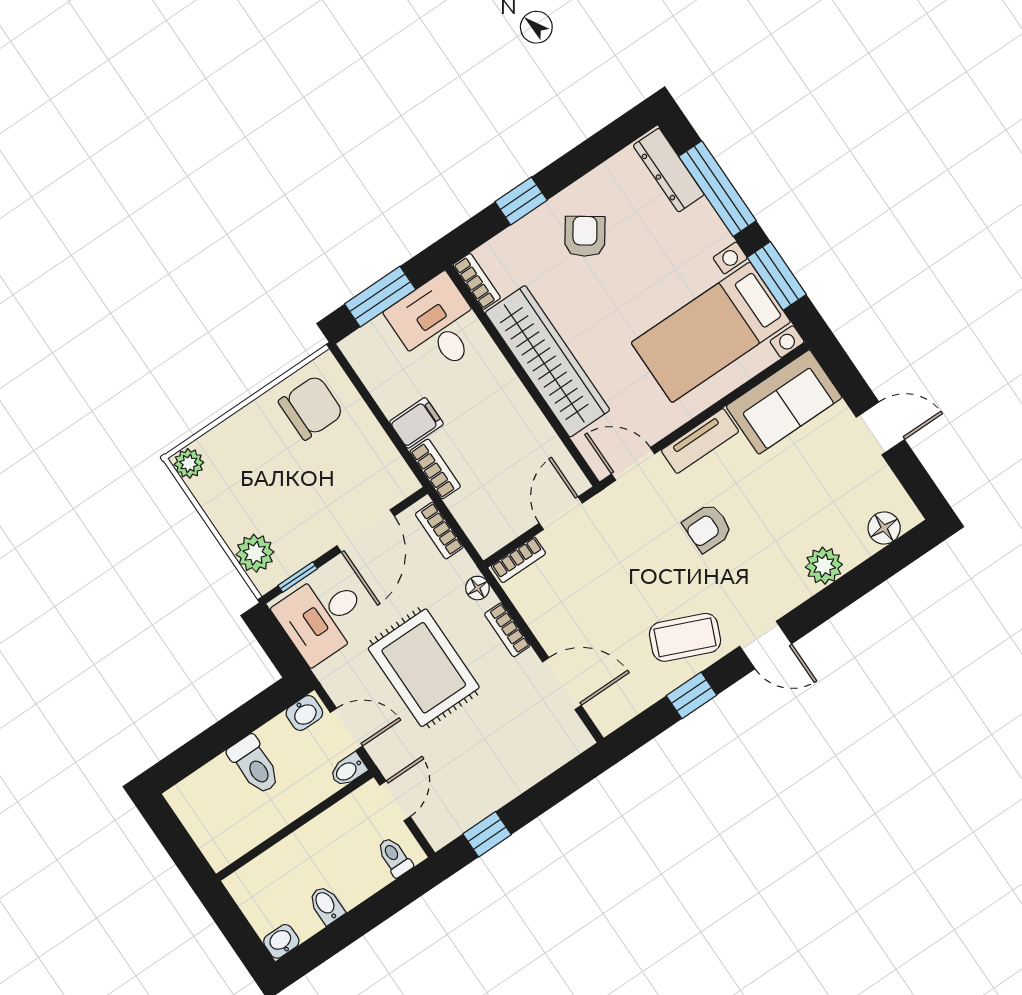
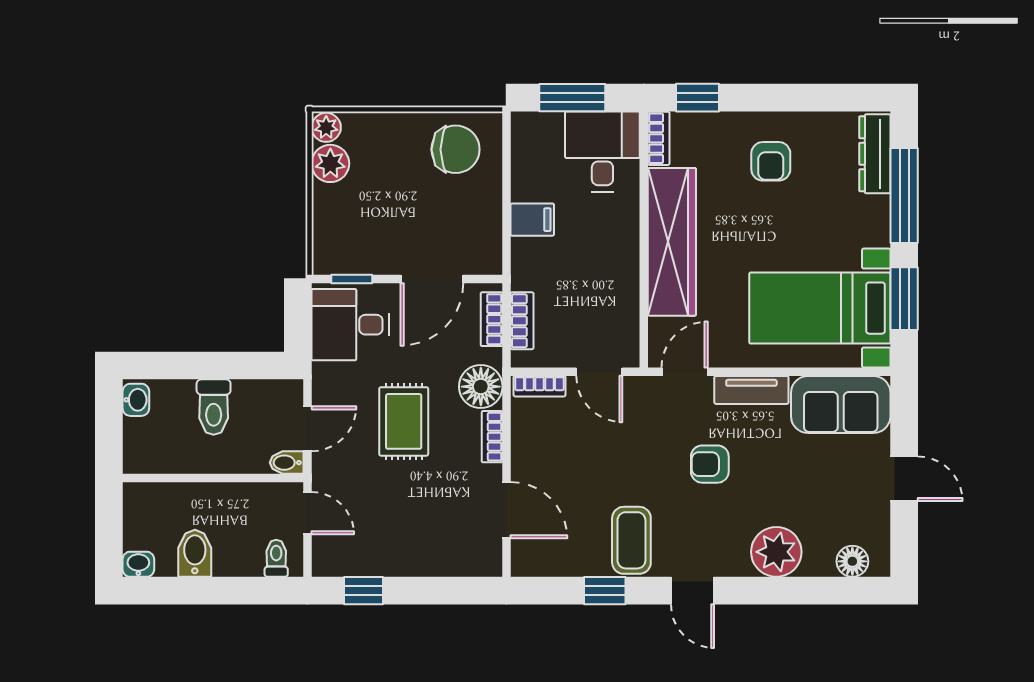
window: (521, 201) -> (697, 98), moved
armchair: (585, 236) -> (771, 161), turned 145
door: (633, 464) -> (685, 372), hinge flipped
bookcase: (435, 469) -> (522, 321), moved
door: (561, 513) -> (599, 372), swing flipped
plant: (255, 553) -> (330, 163), moved
plant: (824, 566) -> (776, 552), width x1.36, depth x1.36
floor lamp: (477, 588) -> (481, 387), width x1.89, depth x1.89
coffee table: (685, 637) -> (631, 540), turned 67
rug: (424, 668) -> (404, 421), width x0.73, depth x0.70
washbasin: (304, 713) -> (136, 400), moved, turned -90
door: (346, 729) -> (307, 429), hinge flipped
door: (395, 801) -> (307, 513), hinge flipped
bidet: (326, 905) -> (195, 553), width x1.38, depth x1.36

